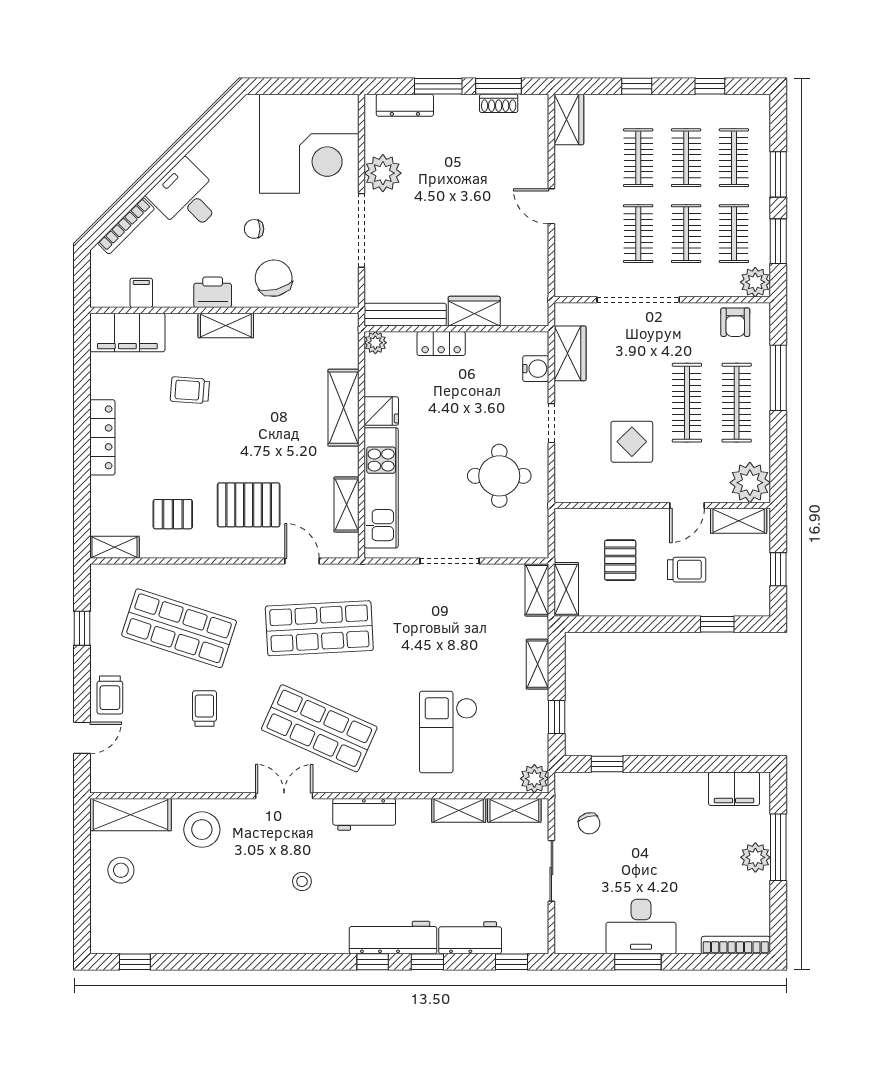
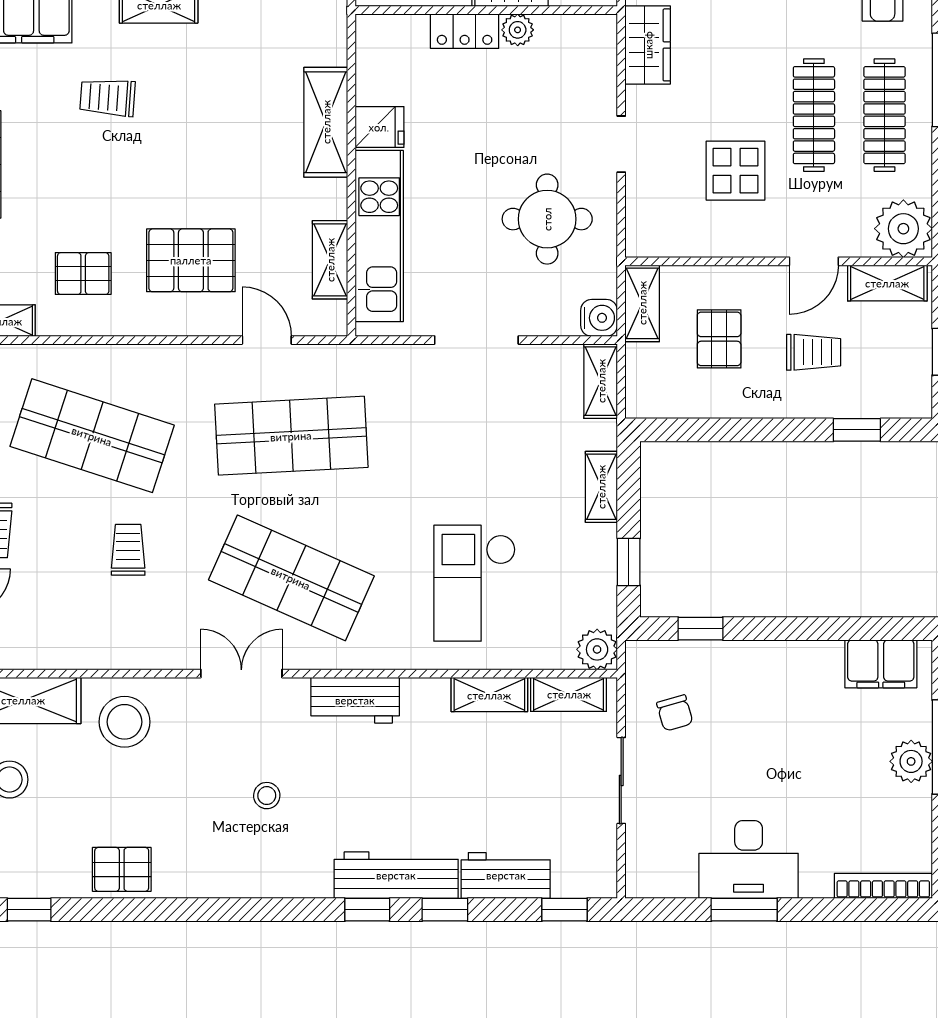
plant: (375, 343) -> (518, 30), moved
water cooler: (536, 369) -> (599, 318), moved
shelving: (566, 589) -> (642, 303), moved
pallet: (200, 933) -> (122, 869), added

